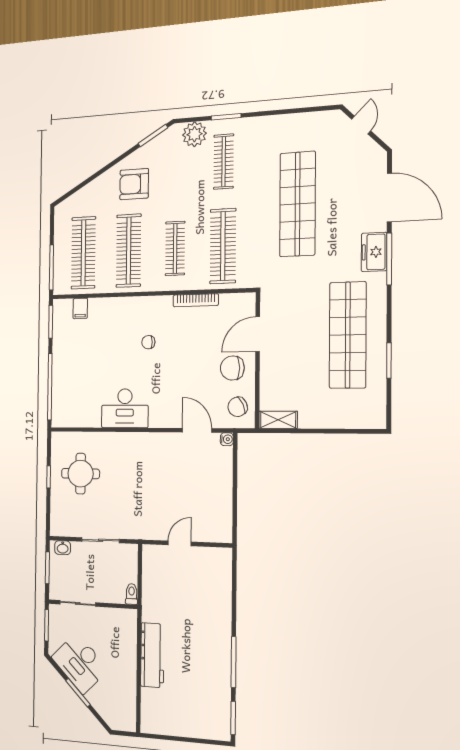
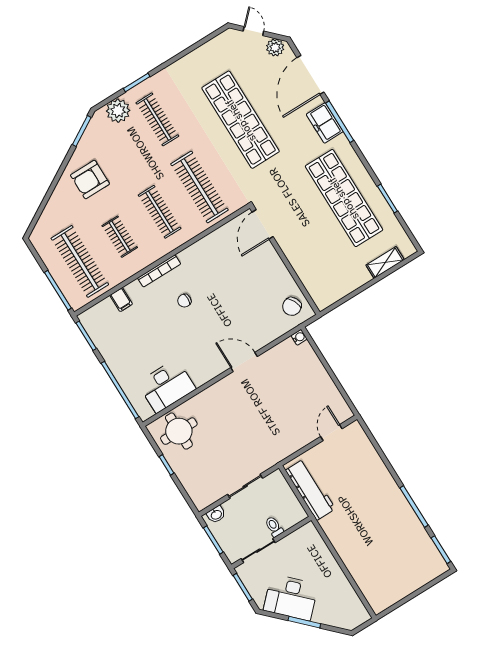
plant: (372, 152) -> (275, 47), added
door: (389, 197) -> (310, 75), swing flipped
clothes rail: (129, 251) -> (120, 237), width x0.54, depth x0.76
bookcase: (196, 300) -> (159, 271), moved
filing cabinet: (80, 308) -> (121, 300), moved
door: (258, 334) -> (263, 224), moved
chair: (232, 368) -> (268, 279), removed
desk: (125, 408) -> (167, 386), moved
shelving: (278, 420) -> (385, 262), moved
door: (197, 430) -> (244, 362), moved
round table: (81, 474) -> (179, 431), moved
door: (180, 543) -> (331, 433), moved
toilet: (132, 594) -> (274, 527), moved
workbench: (152, 655) -> (310, 490), moved

